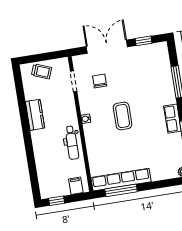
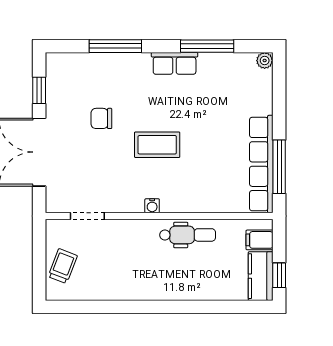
chair: (100, 81) -> (101, 118), moved
kitchen counter: (35, 115) -> (261, 276), moved, turned -90

